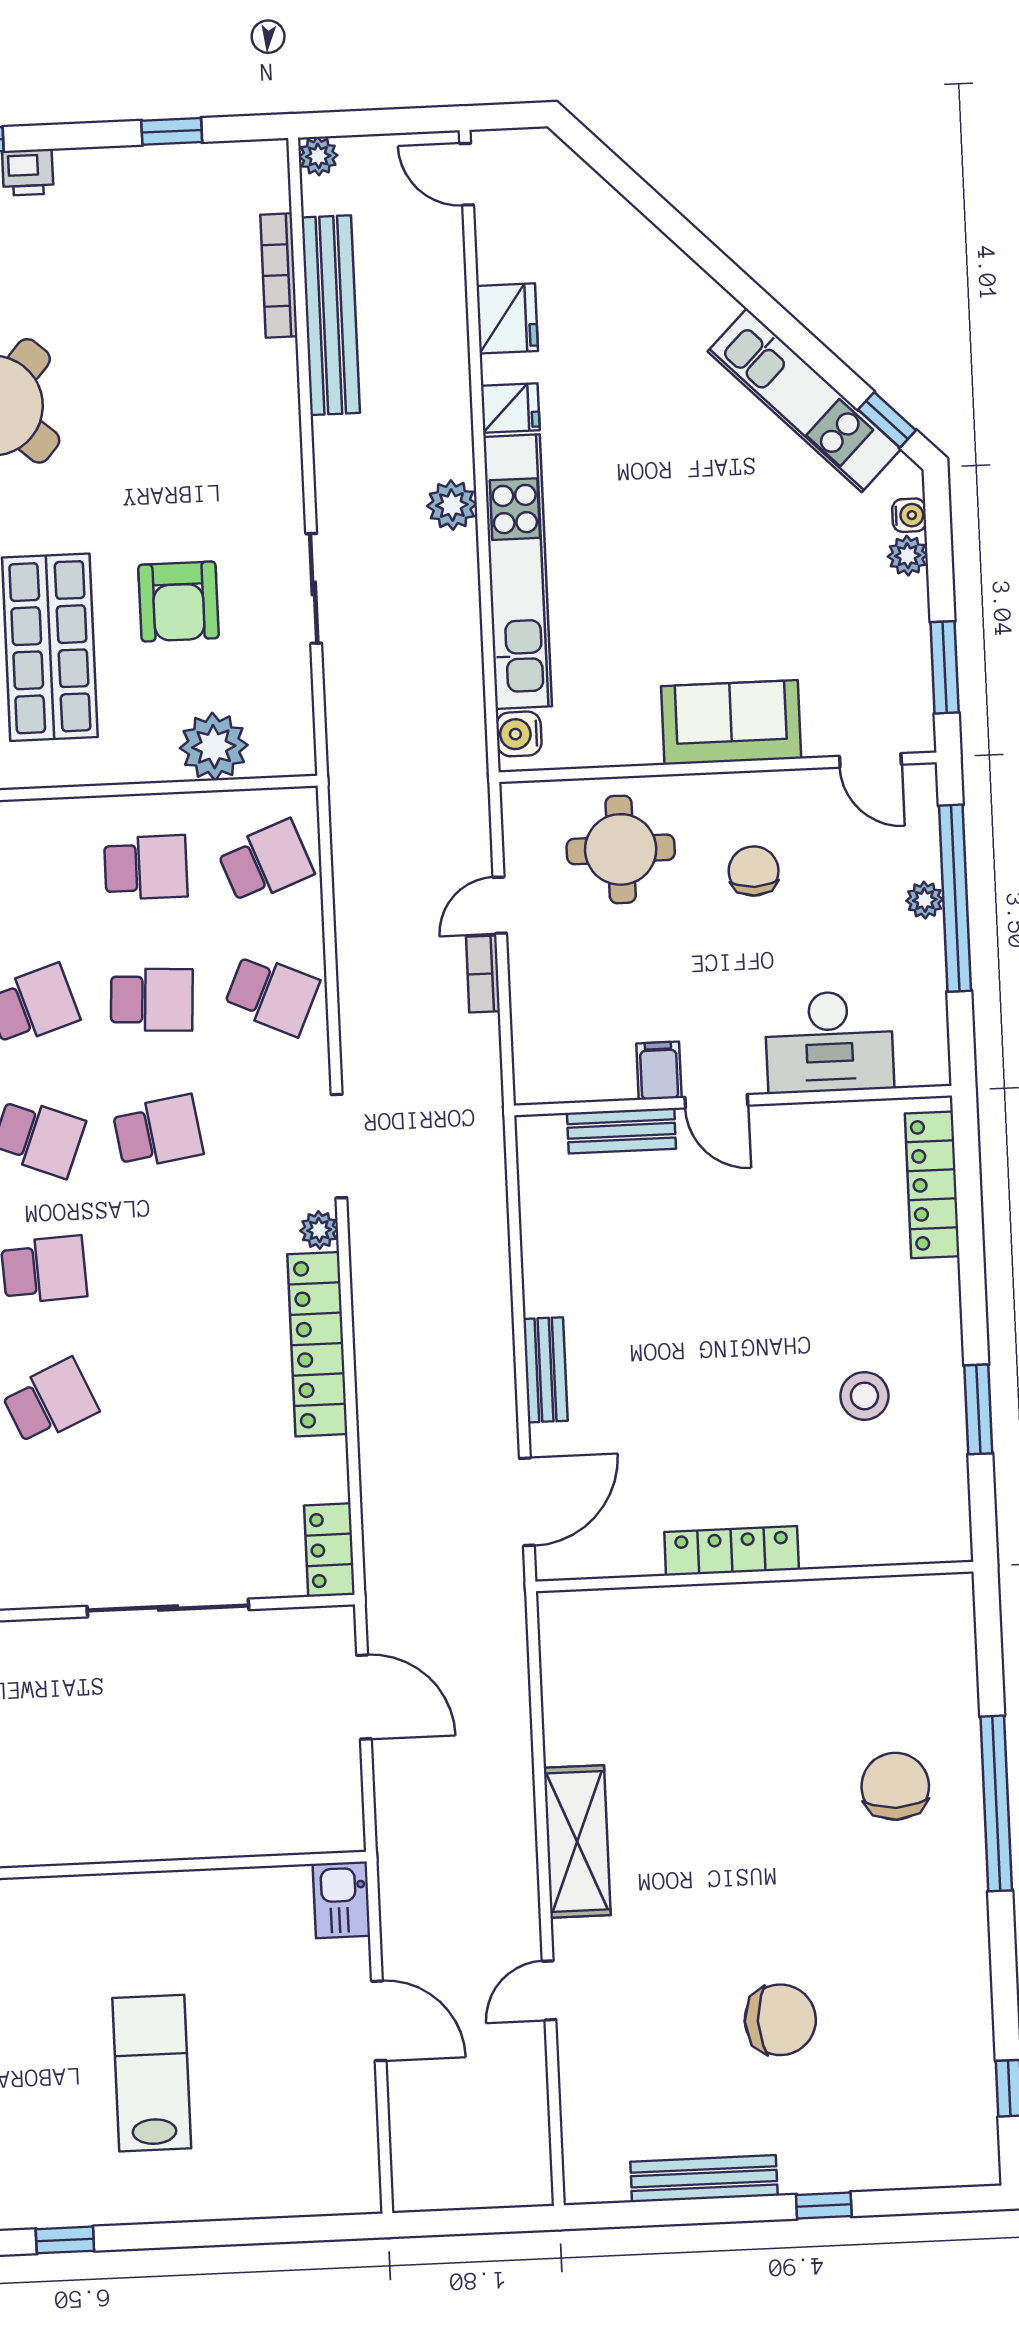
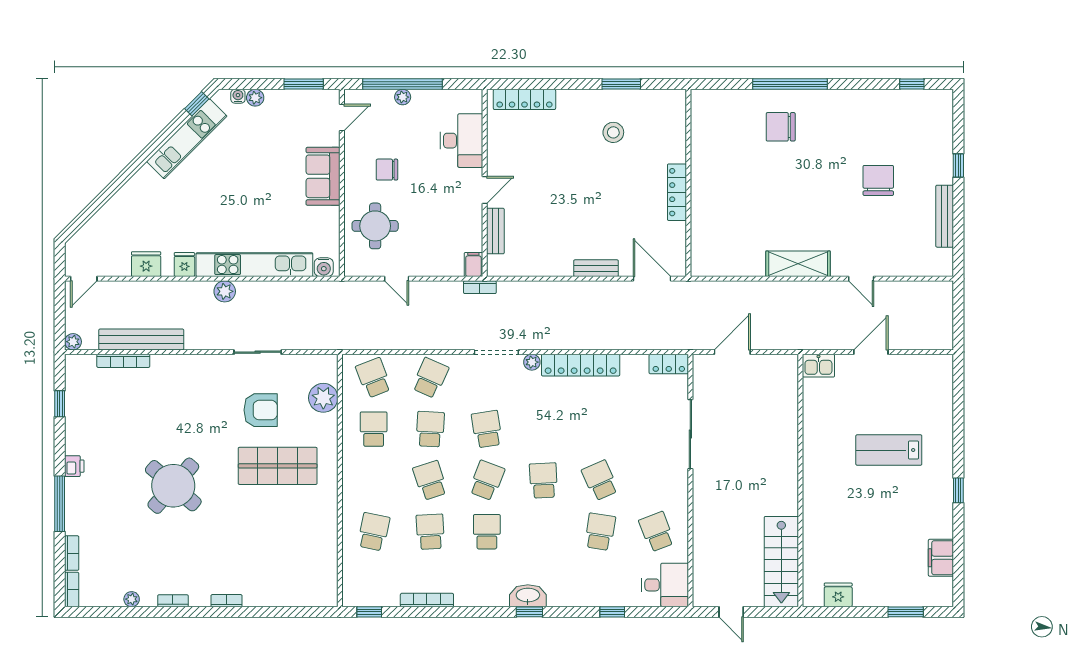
bookcase: (483, 974) -> (480, 287), moved
filing cabinet: (659, 1071) -> (473, 264), moved, turned 90

